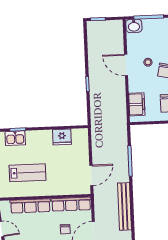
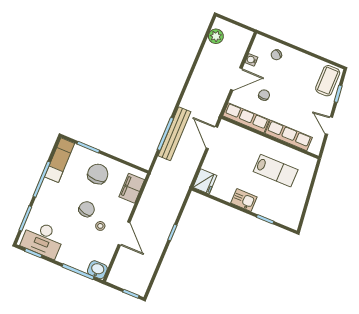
fridge: (62, 137) -> (205, 181), moved, turned 90
kitchen sink: (15, 138) -> (244, 200), moved
lab bench: (28, 173) -> (276, 171), turned 180
door: (91, 175) -> (212, 138), hinge flipped
bench: (125, 206) -> (174, 134), moved

